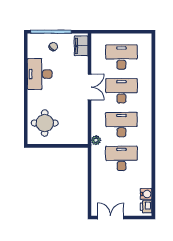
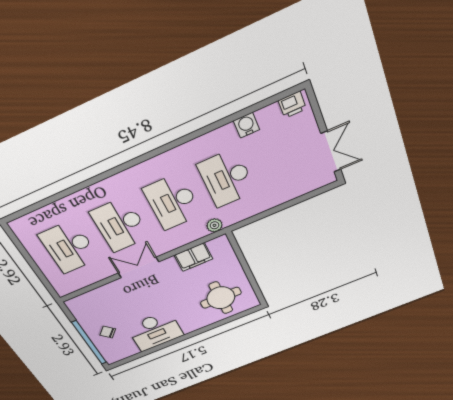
filing cabinet: (81, 46) -> (193, 257), moved
water cooler: (146, 194) -> (247, 125), moved
double door: (111, 218) -> (331, 152), swing flipped

